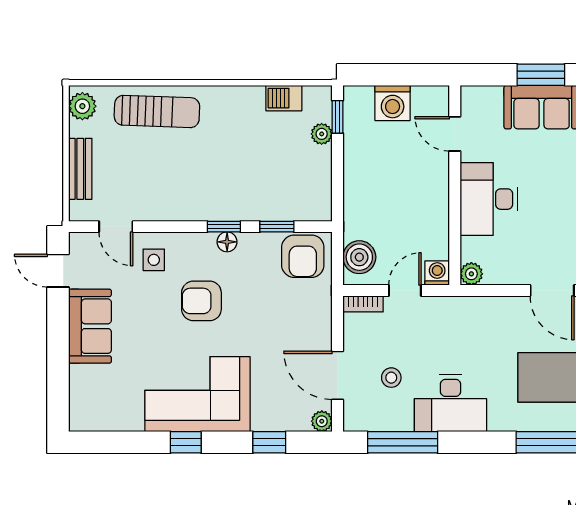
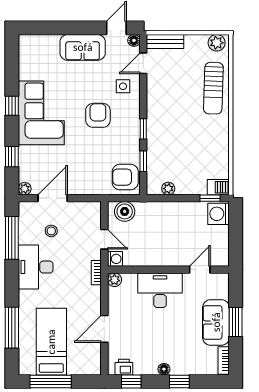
barbecue: (284, 98) -> (218, 187), moved, turned 90
washing machine: (393, 103) -> (219, 214), moved
plant: (322, 134) -> (168, 189), moved
bench: (80, 169) -> (165, 41), moved
floor lamp: (227, 242) -> (134, 40), moved
bookcase: (363, 304) -> (96, 273), moved

